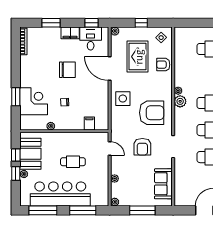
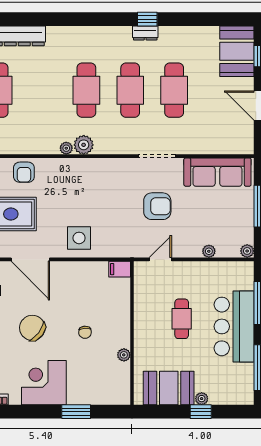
door: (110, 69) -> (30, 259), hinge flipped
chair: (67, 70) -> (32, 328), turned -53
corner desk: (34, 101) -> (44, 383), moved
armchair: (152, 113) -> (102, 191), removed
filing cabinet: (89, 124) -> (120, 269), moved
window: (16, 155) -> (171, 412), removed
sofa: (163, 184) -> (217, 172), width x1.36
bar counter: (60, 194) -> (234, 326), width x0.73

